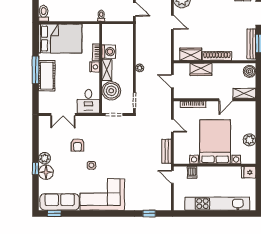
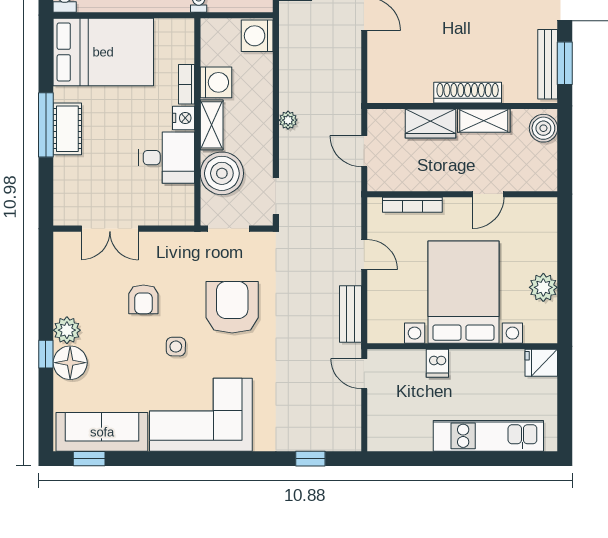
washing machine: (126, 32) -> (257, 36), added
wardrobe: (191, 54) -> (407, 88), removed
cot: (47, 76) -> (67, 129), width x0.73, depth x0.75
shelving: (244, 93) -> (484, 121), moved
desk: (88, 101) -> (167, 158), moved, turned -90
armchair: (116, 148) -> (232, 307), added
dishwasher: (192, 172) -> (437, 363), moved
kitchen unit: (217, 204) -> (488, 436), width x0.73

